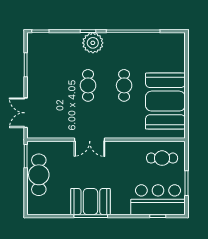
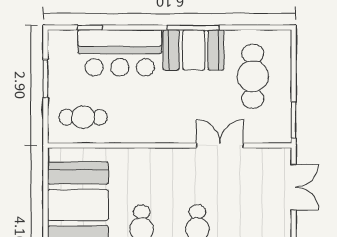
double door: (90, 140) -> (220, 145), moved
cafe table: (39, 175) -> (253, 76), moved
bar counter: (158, 200) -> (120, 53), moved

